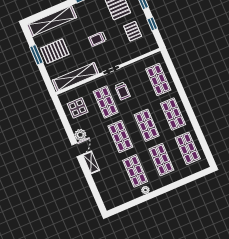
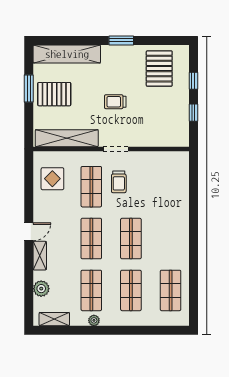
pallet: (133, 31) -> (164, 111), removed
shop shelf: (158, 80) -> (171, 187), removed
shop shelf: (173, 114) -> (171, 239), removed
plant: (80, 135) -> (41, 289), moved
shelving: (119, 200) -> (54, 319), added

